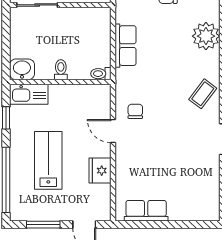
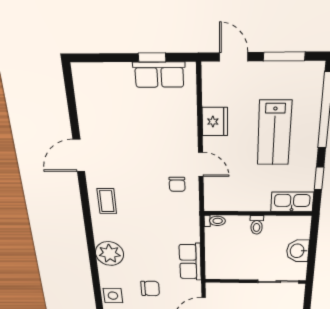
row of seats: (126, 46) -> (190, 262), moved
washbasin: (22, 69) -> (298, 251), moved, turned 90
coffee table: (203, 94) -> (107, 201), turned -37
window: (151, 225) -> (152, 57), added

